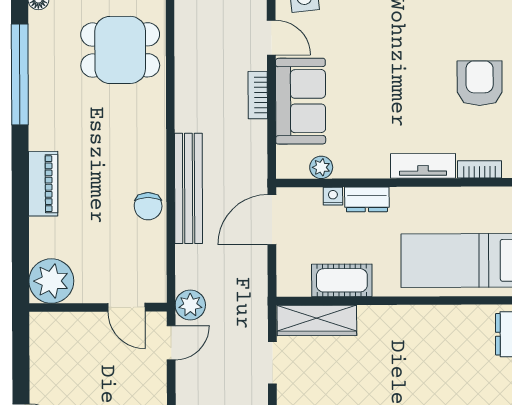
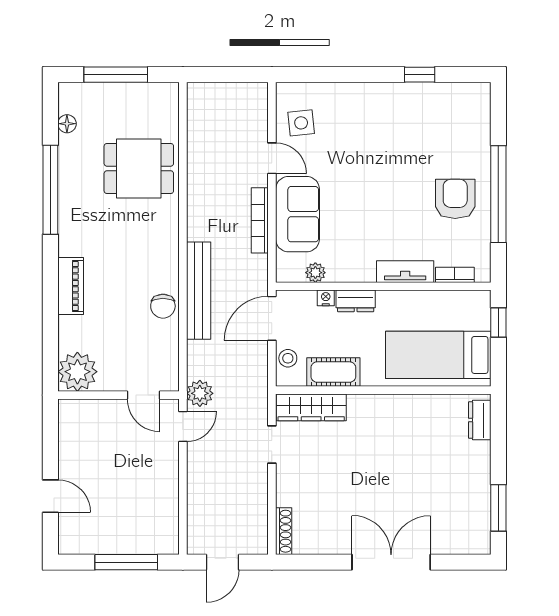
bookcase: (258, 95) -> (260, 220), width x1.56
stool: (290, 265) -> (288, 358), added

